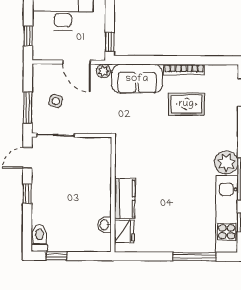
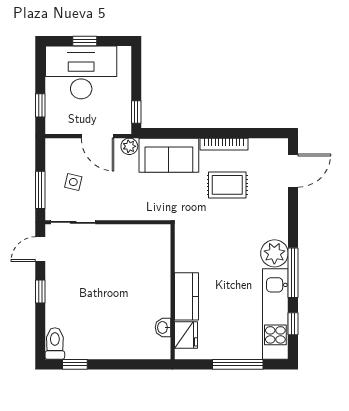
wall: (113, 195) -> (173, 292), moved
kitchen counter: (125, 199) -> (186, 296), moved
washbasin: (105, 225) -> (163, 327), moved
fridge: (124, 231) -> (186, 335), moved

